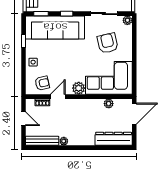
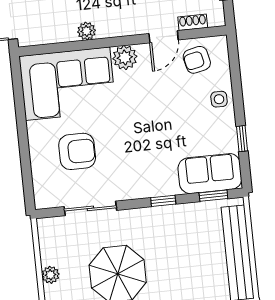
plant: (127, 20) -> (43, 200), removed
sofa: (55, 27) -> (210, 174), width x0.54, depth x0.79
armchair: (108, 43) -> (77, 151), turned -77
plant: (109, 104) -> (86, 31), moved

